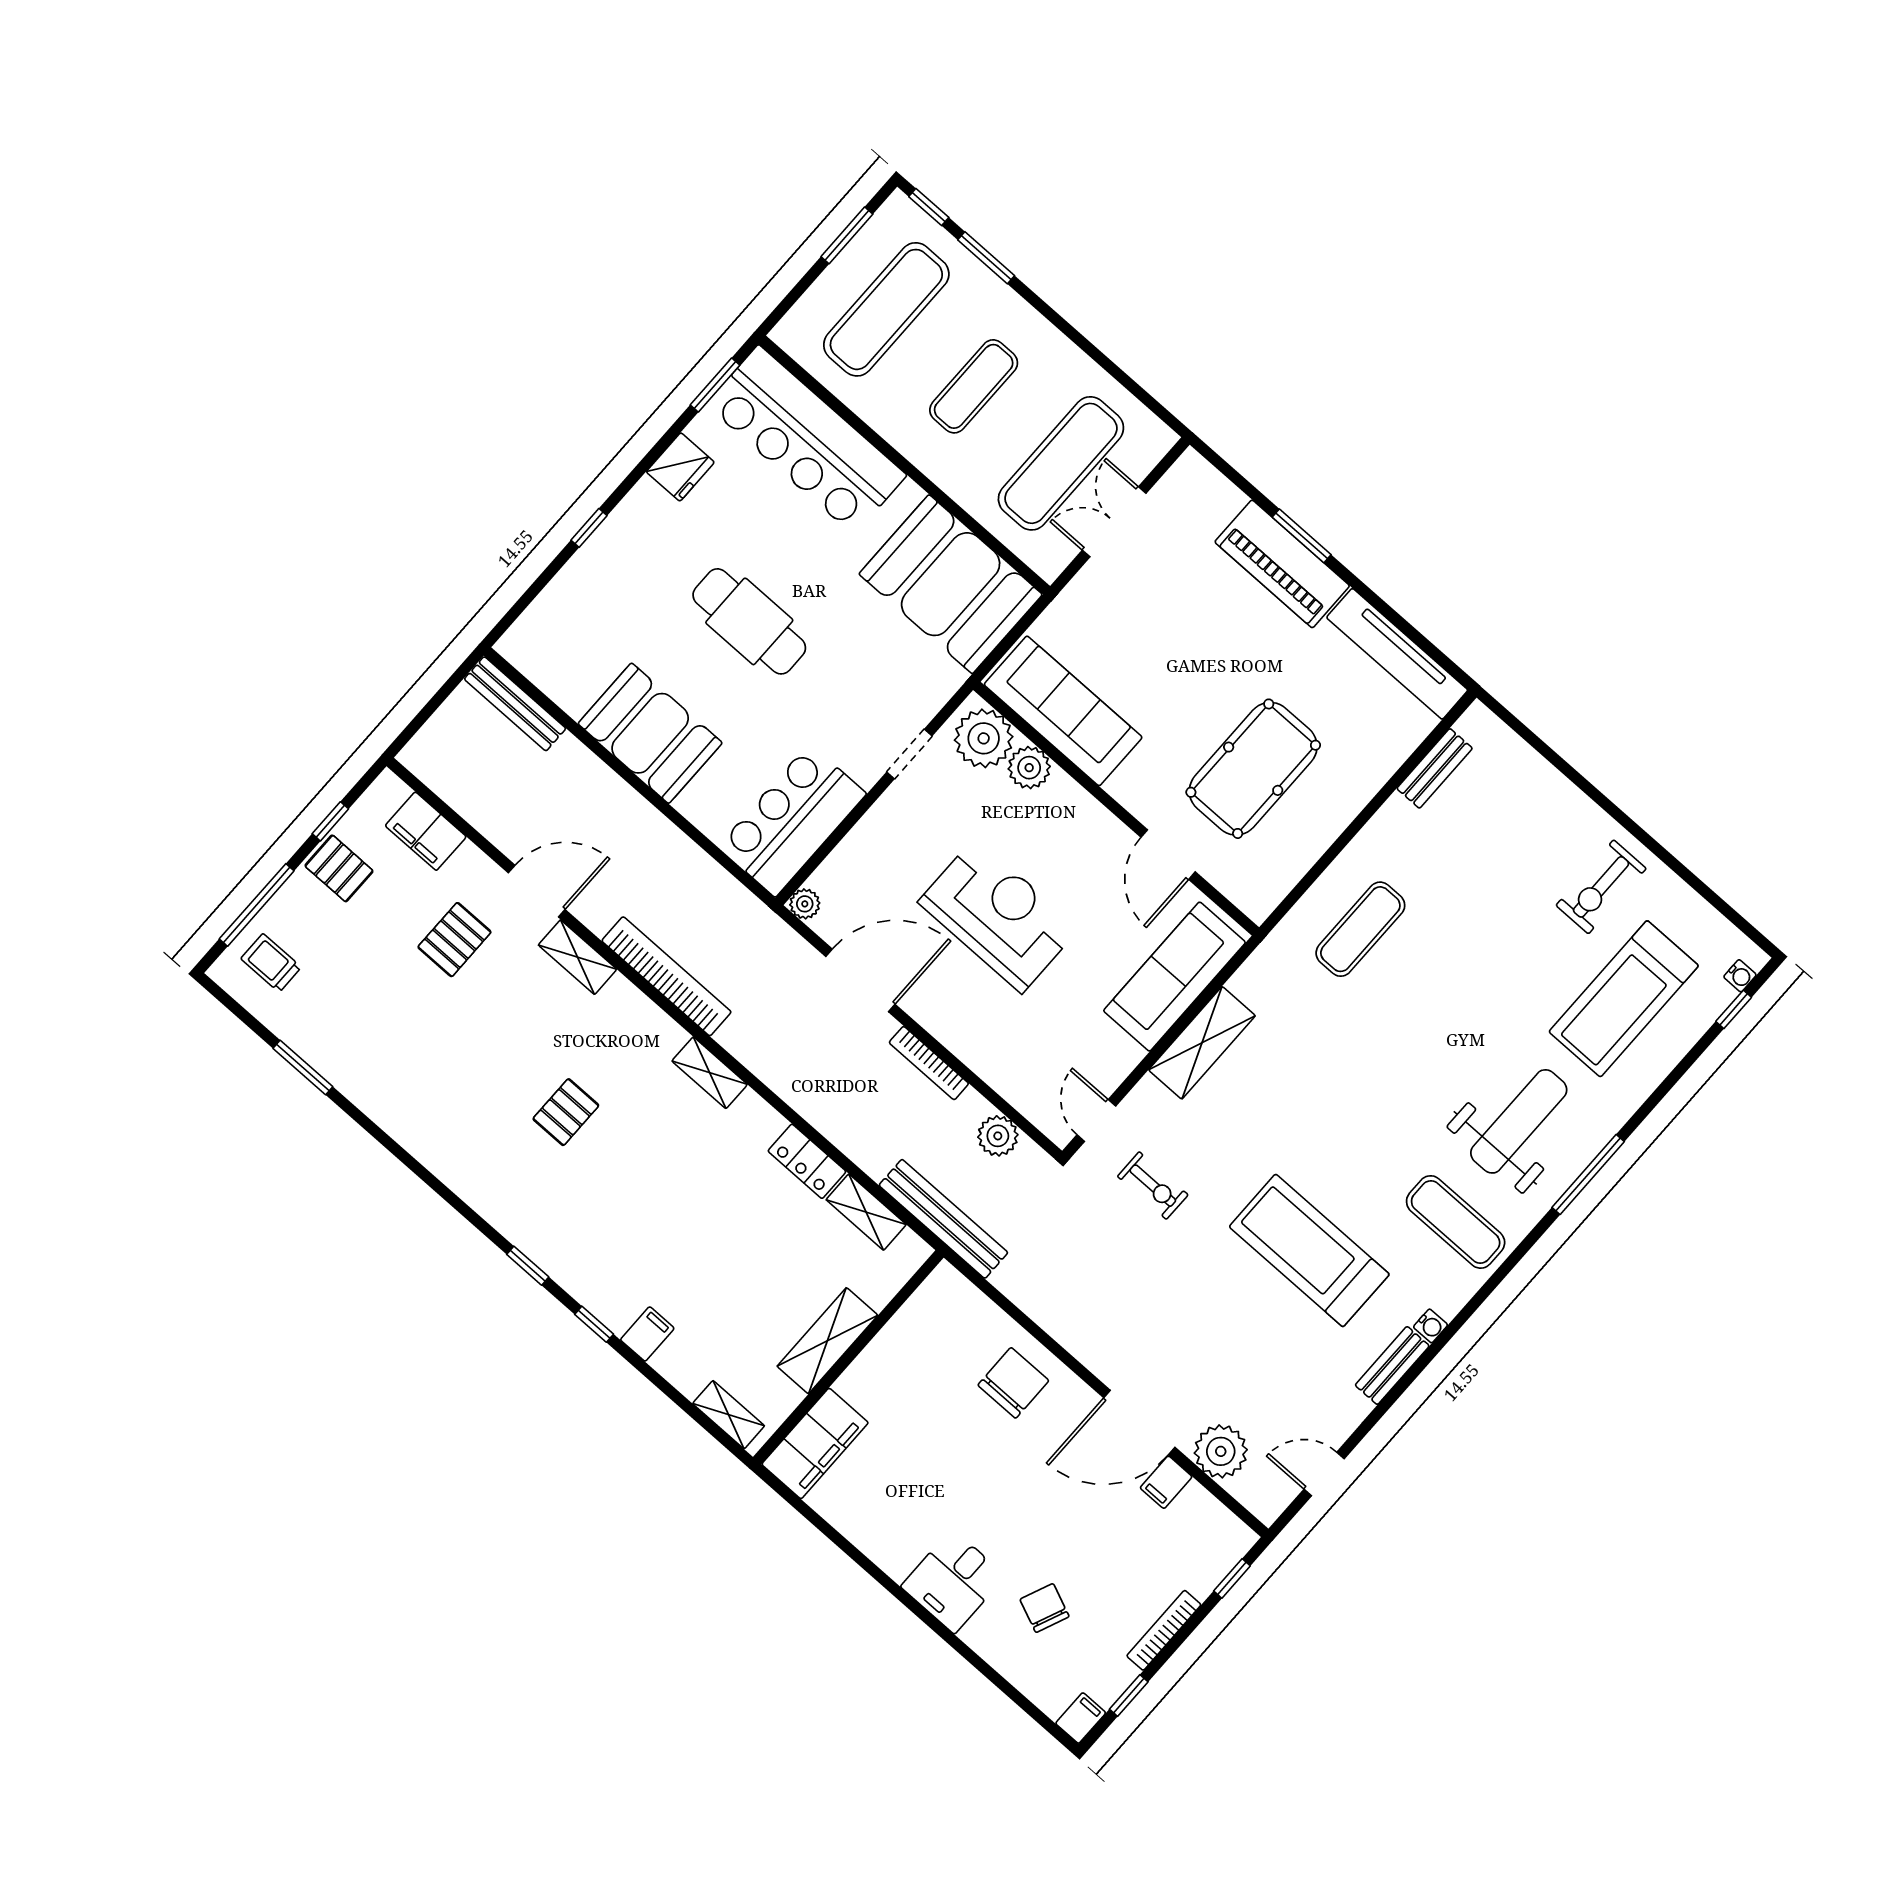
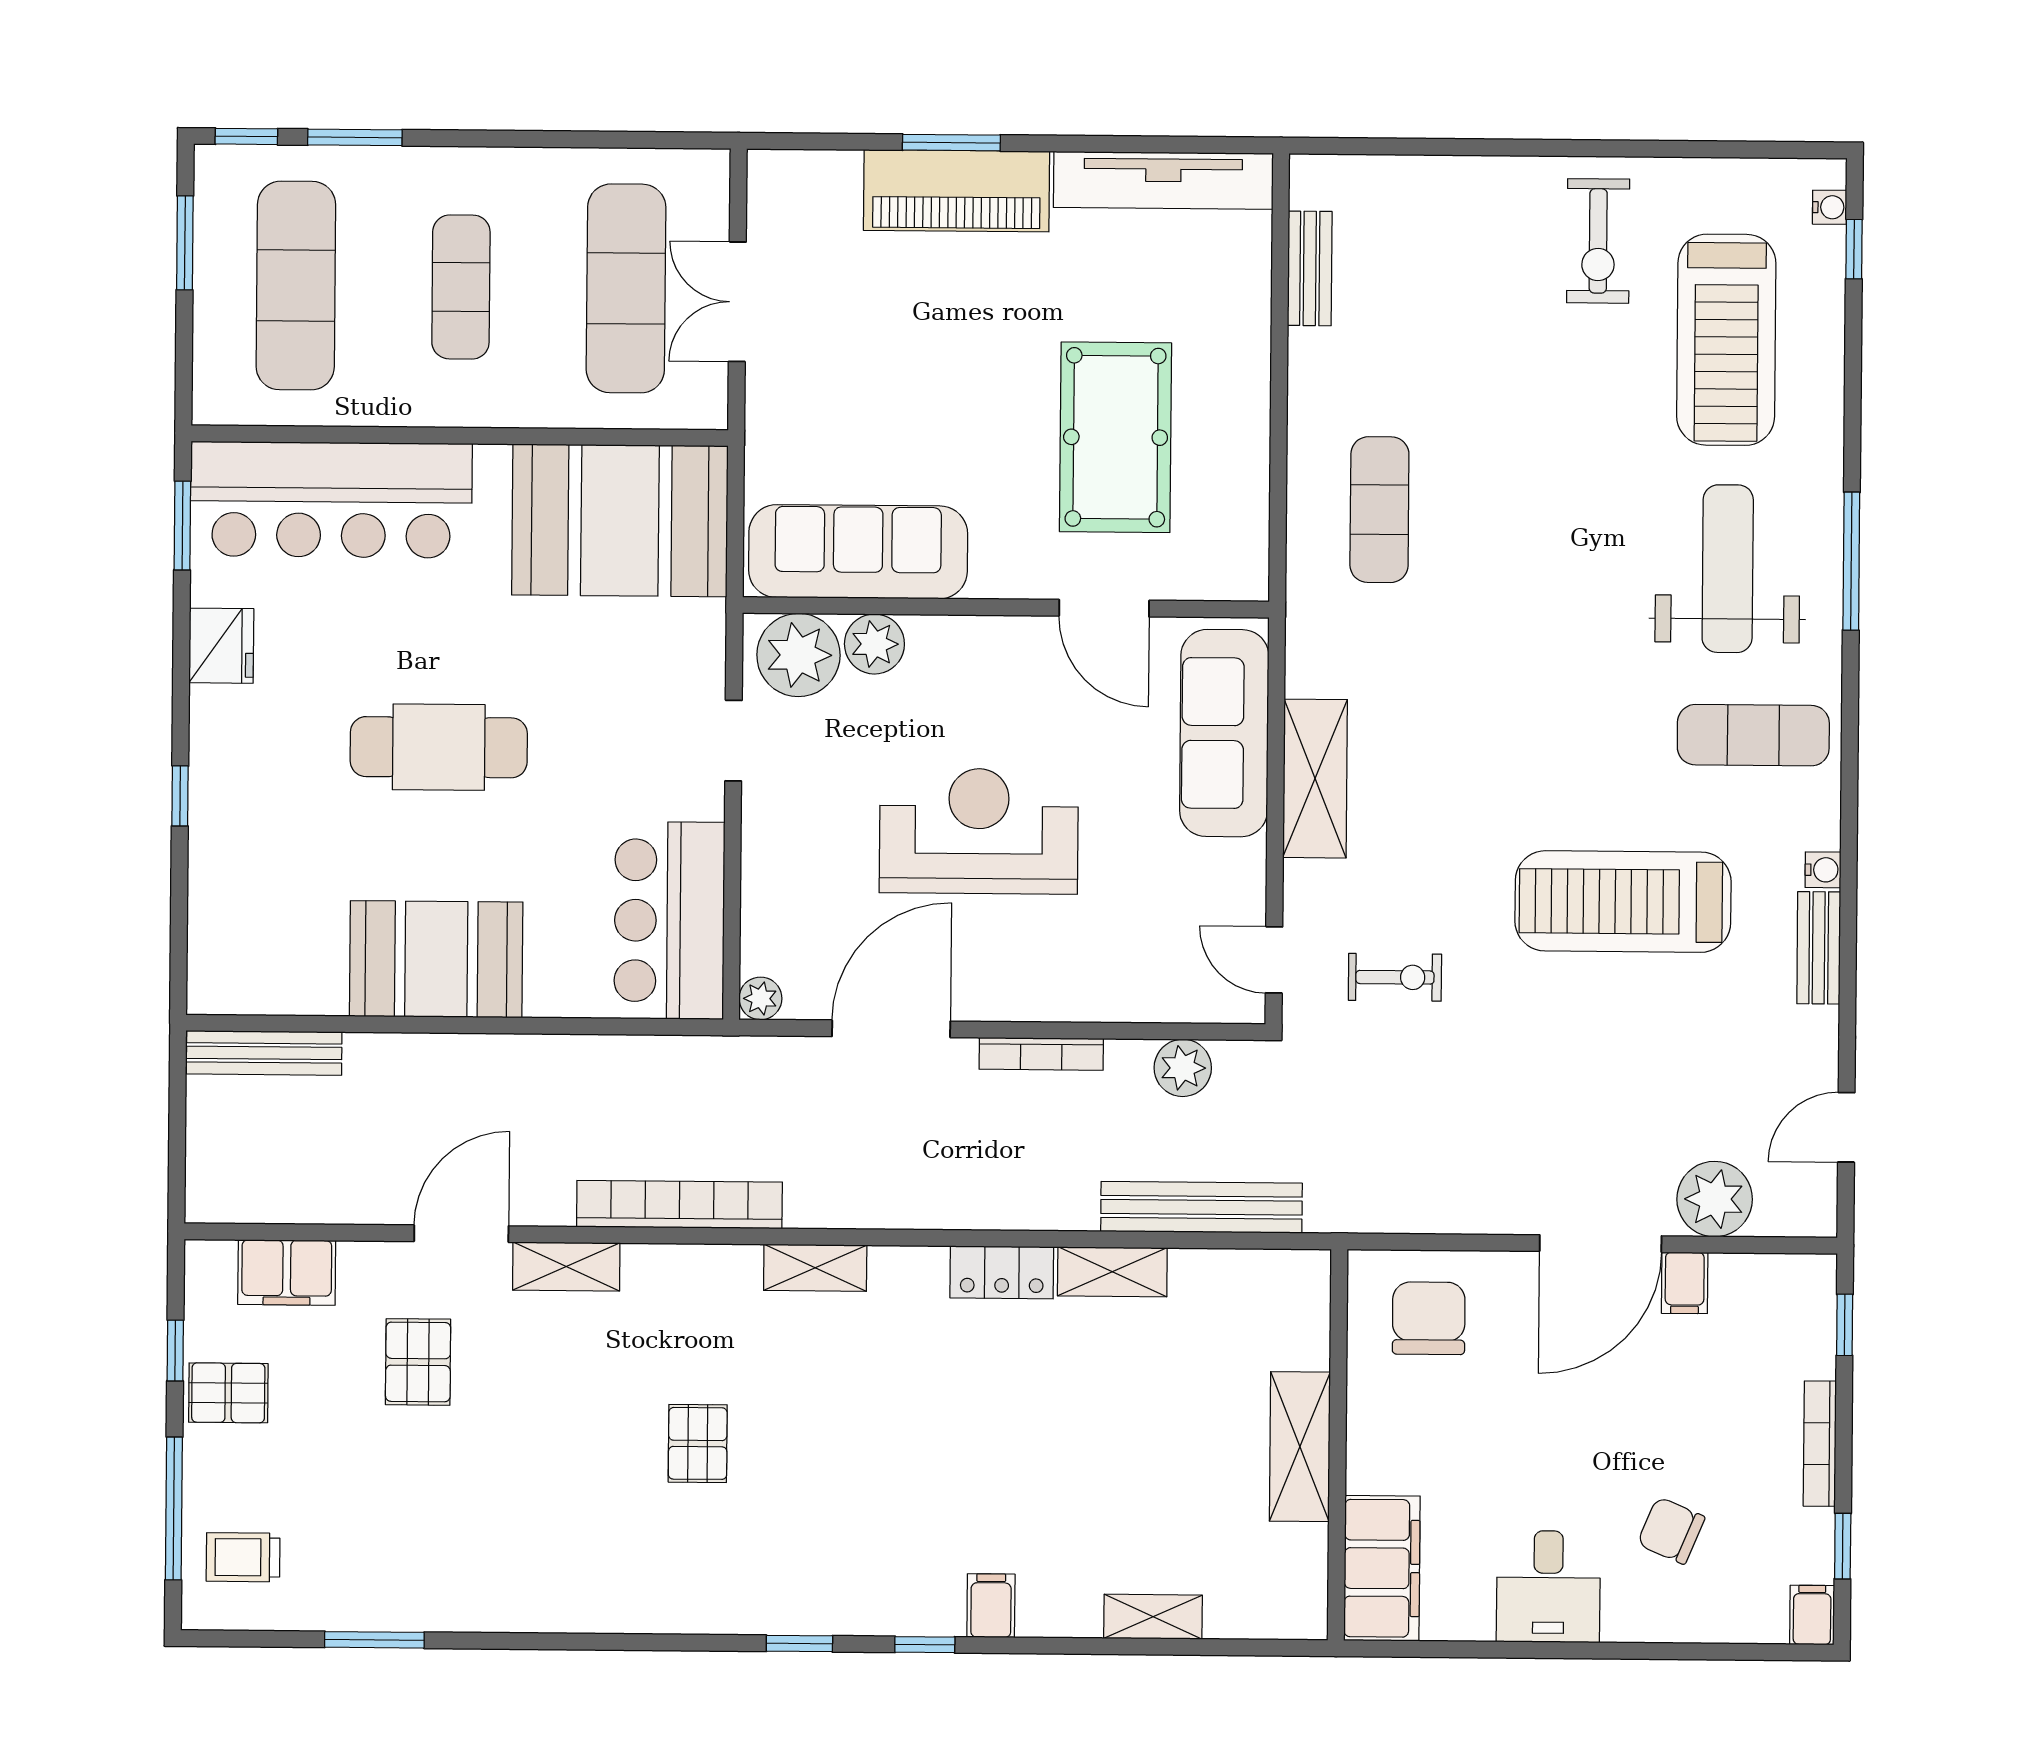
shelving: (827, 1341) -> (1300, 1447), moved
wall: (848, 1357) -> (1338, 1445), moved
filing cabinet: (815, 1443) -> (1382, 1568), moved

